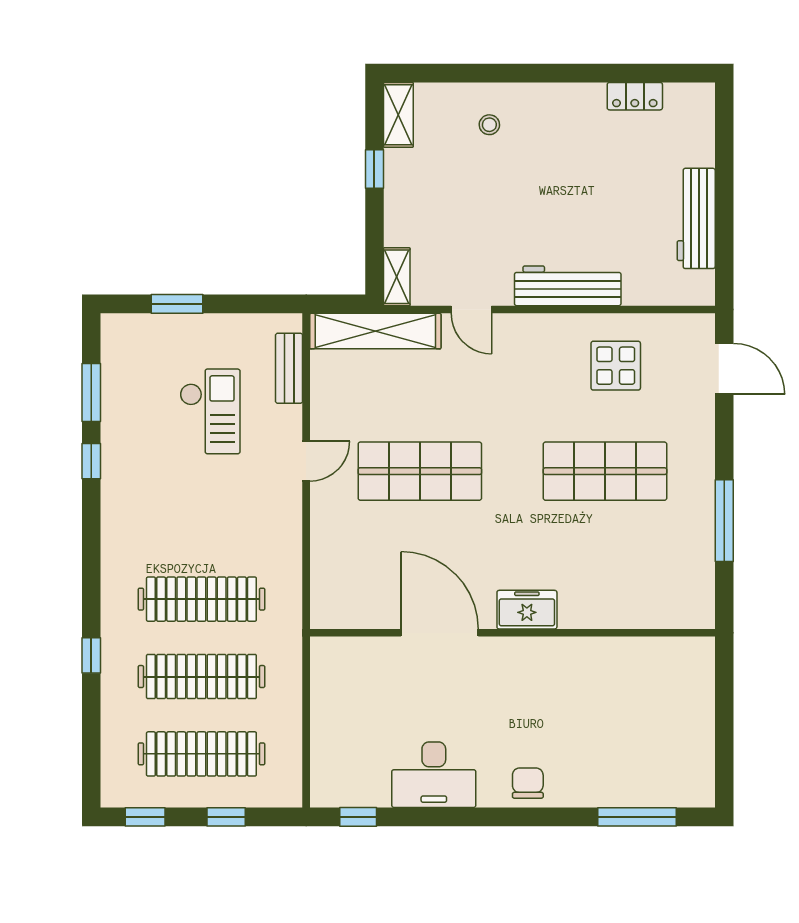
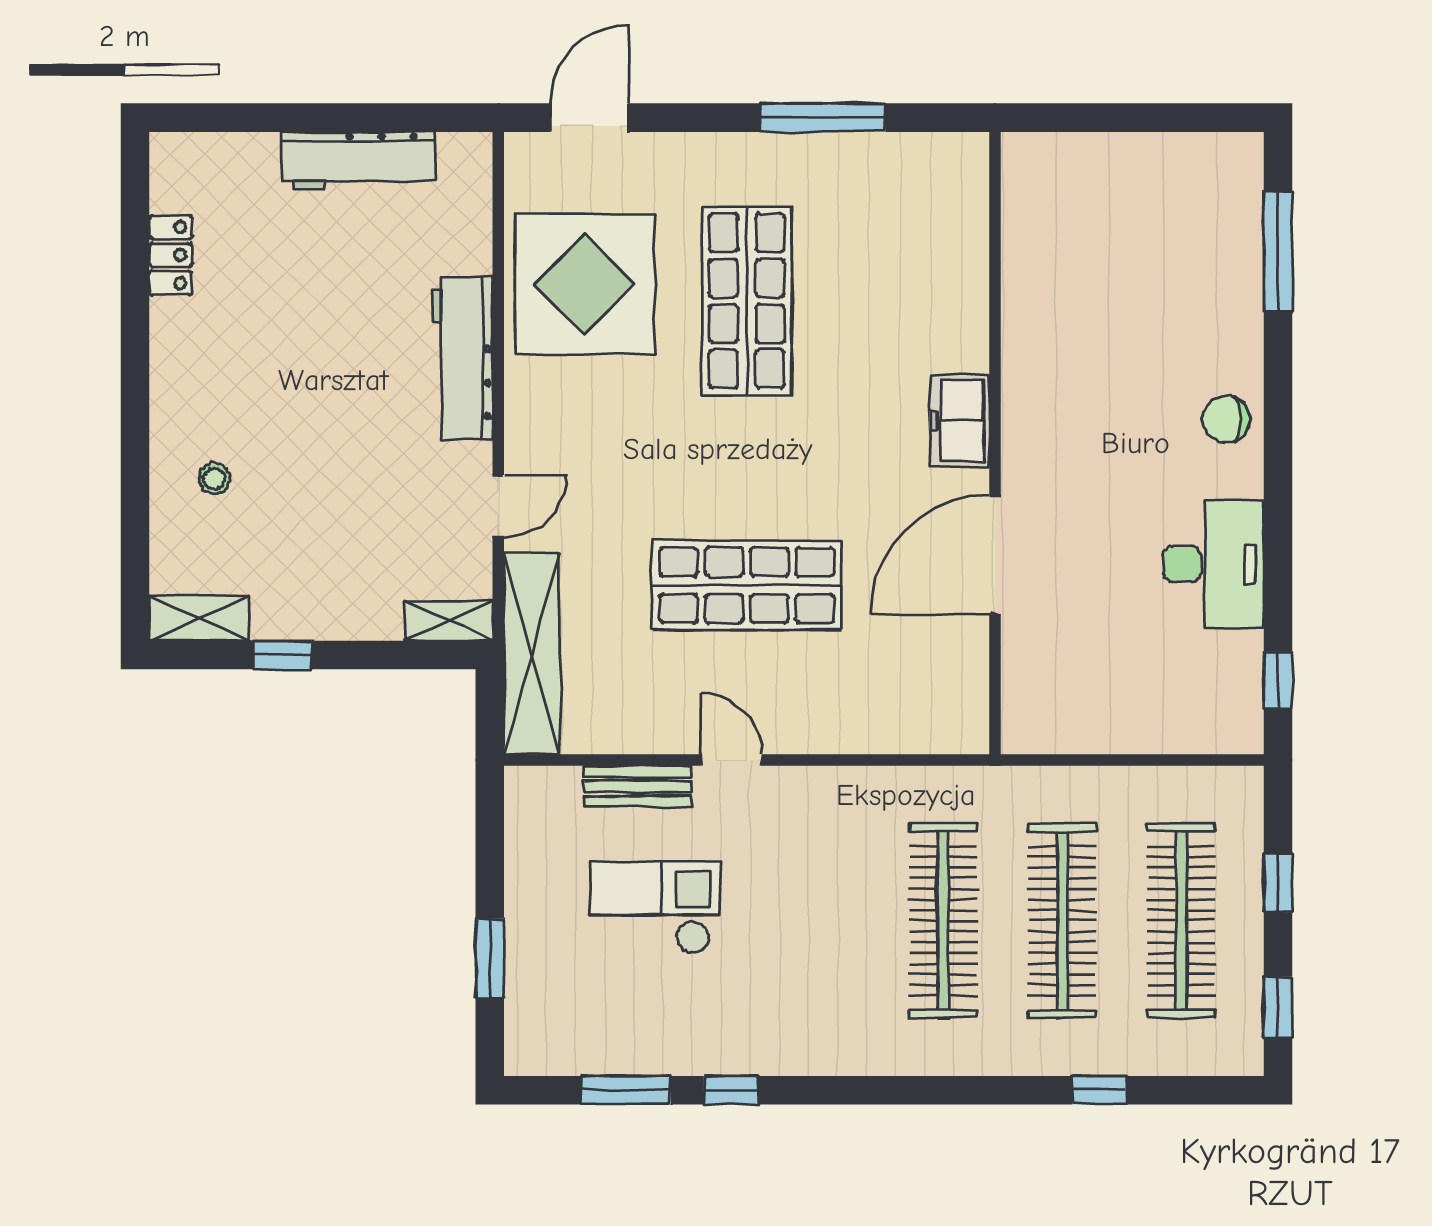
display table: (616, 366) -> (585, 284), width x1.86, depth x1.86
bench: (289, 368) -> (638, 786), moved
shop shelf: (420, 471) -> (747, 585), turned 90
window: (91, 655) -> (1100, 1090), moved

